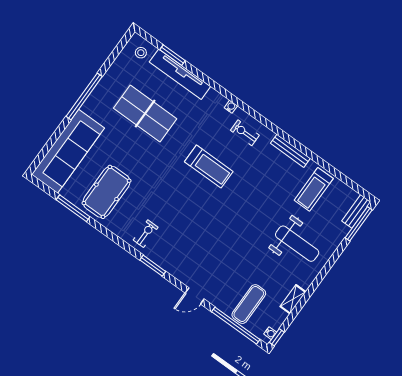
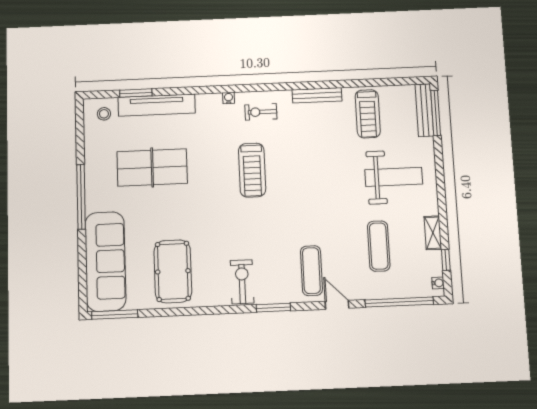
treadmill: (209, 167) -> (252, 170), turned 90
window: (73, 208) -> (115, 315), moved
bench: (356, 211) -> (424, 110), width x1.36
exercise bike: (146, 234) -> (242, 282), width x1.38, depth x1.39
exercise mat: (196, 262) -> (311, 271), added
door: (195, 296) -> (337, 305), swing flipped
exercise mat: (249, 304) -> (379, 246), moved
window: (277, 337) -> (446, 260), moved

